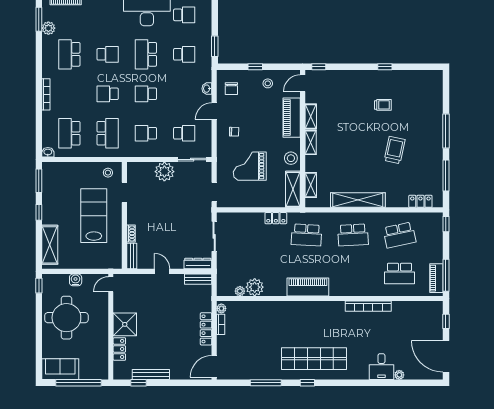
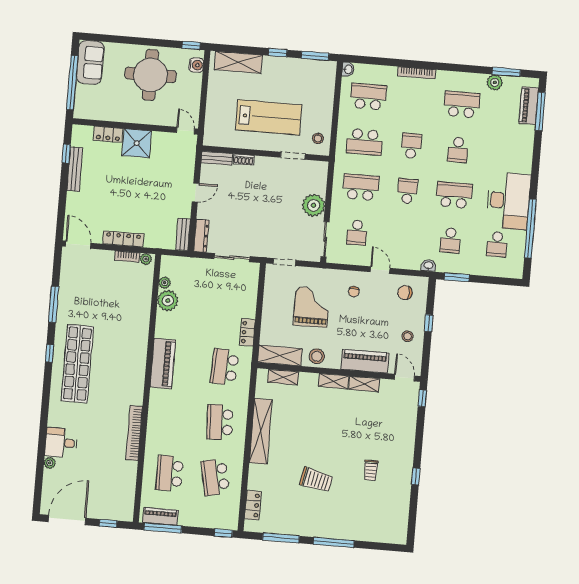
washbasin: (207, 89) -> (428, 266), moved
school desk: (146, 133) -> (361, 187), width x1.85
water cooler: (76, 280) -> (196, 65), moved

